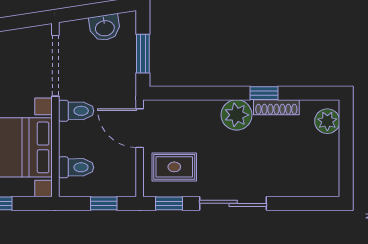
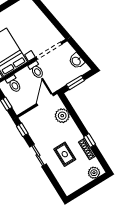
plant: (237, 115) -> (62, 116), moved
rug: (174, 167) -> (65, 154), moved
sliding door: (233, 203) -> (38, 155), width x0.73

